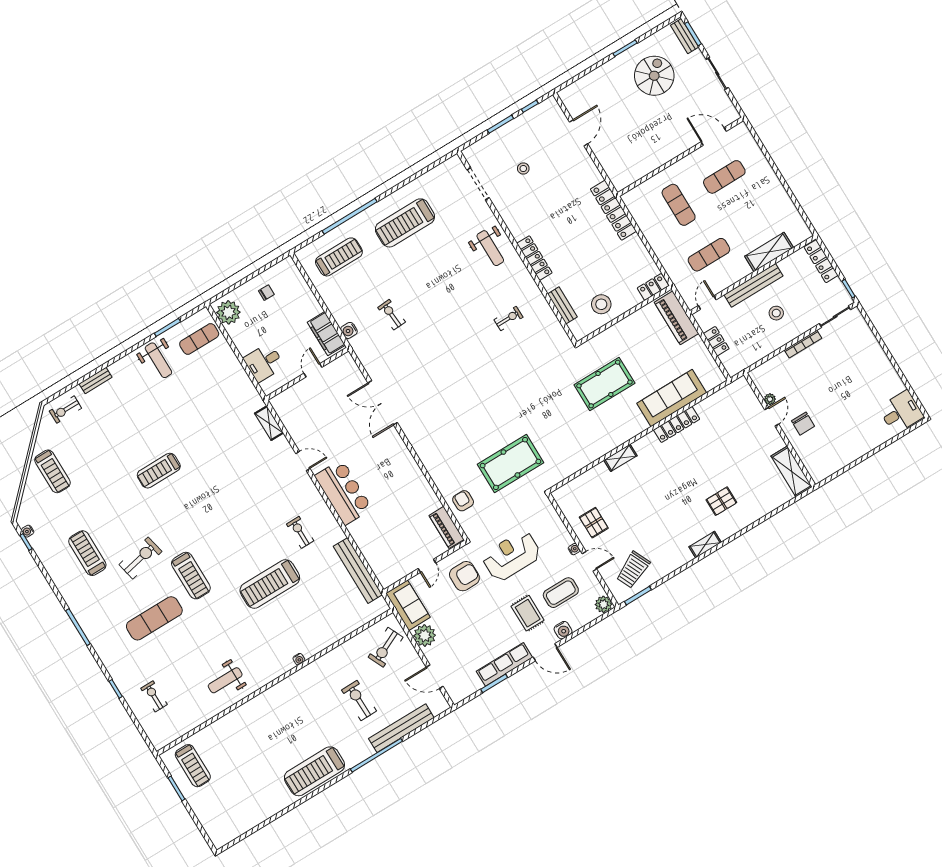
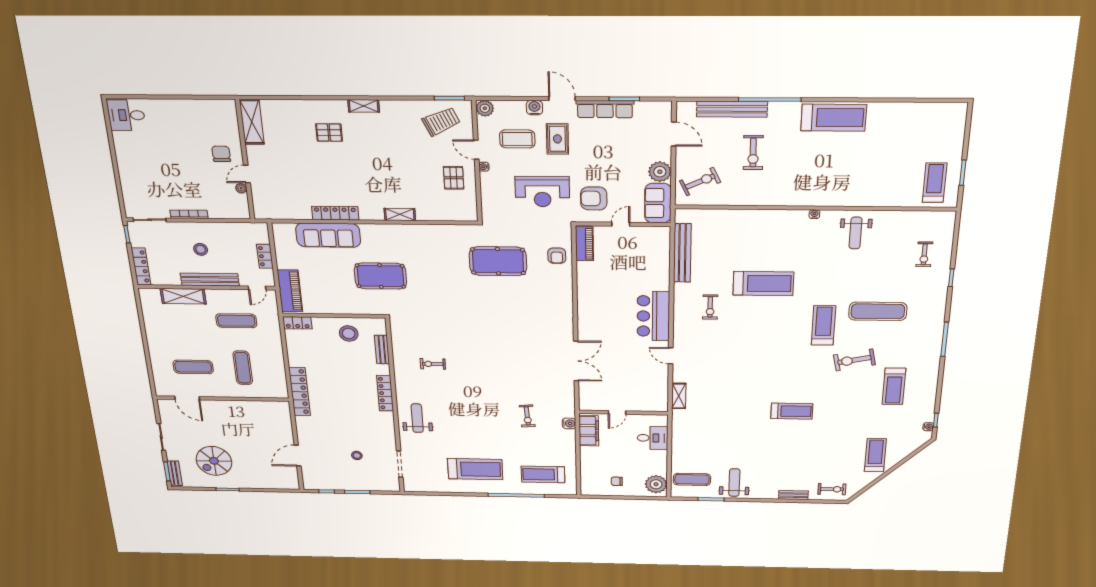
water cooler: (299, 659) -> (814, 214), moved
weight bench: (225, 680) -> (856, 233), turned 90

